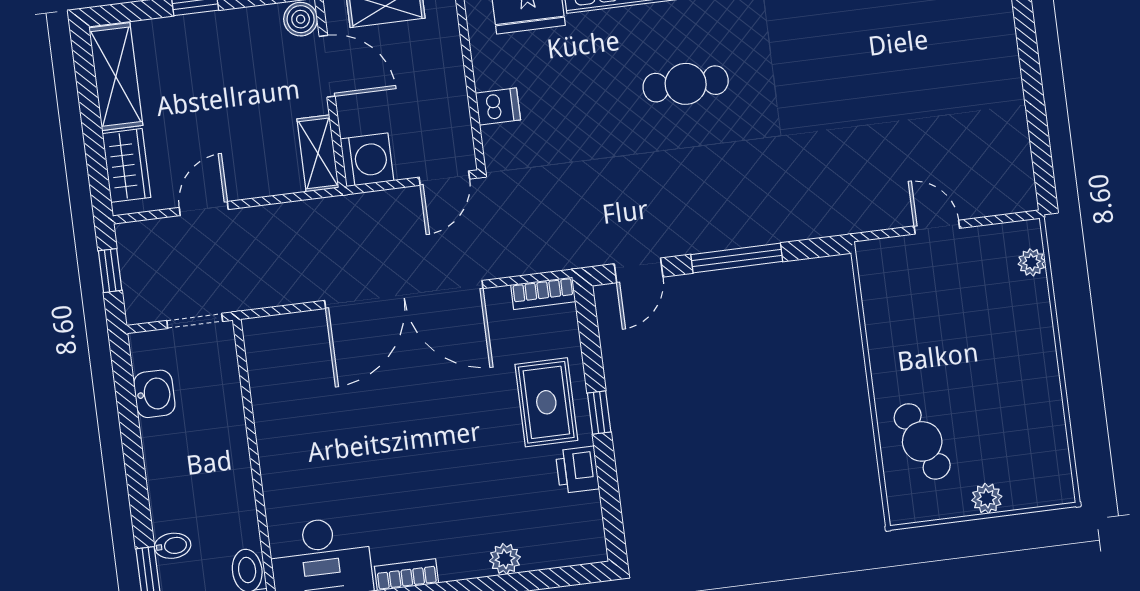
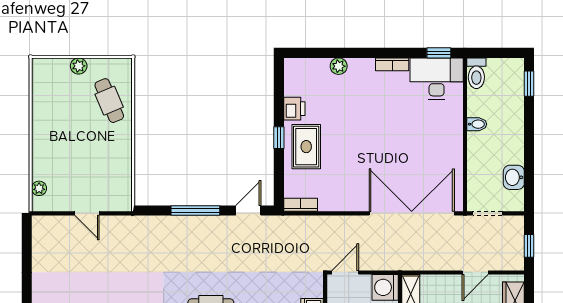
double door: (404, 294) -> (412, 213), moved
bidet: (173, 546) -> (477, 124), moved, turned 180

